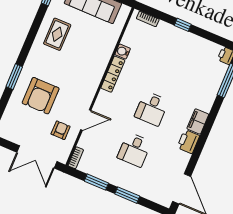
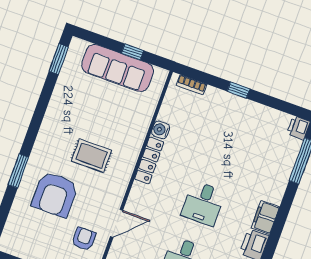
rug: (57, 34) -> (92, 156), moved, turned 90

